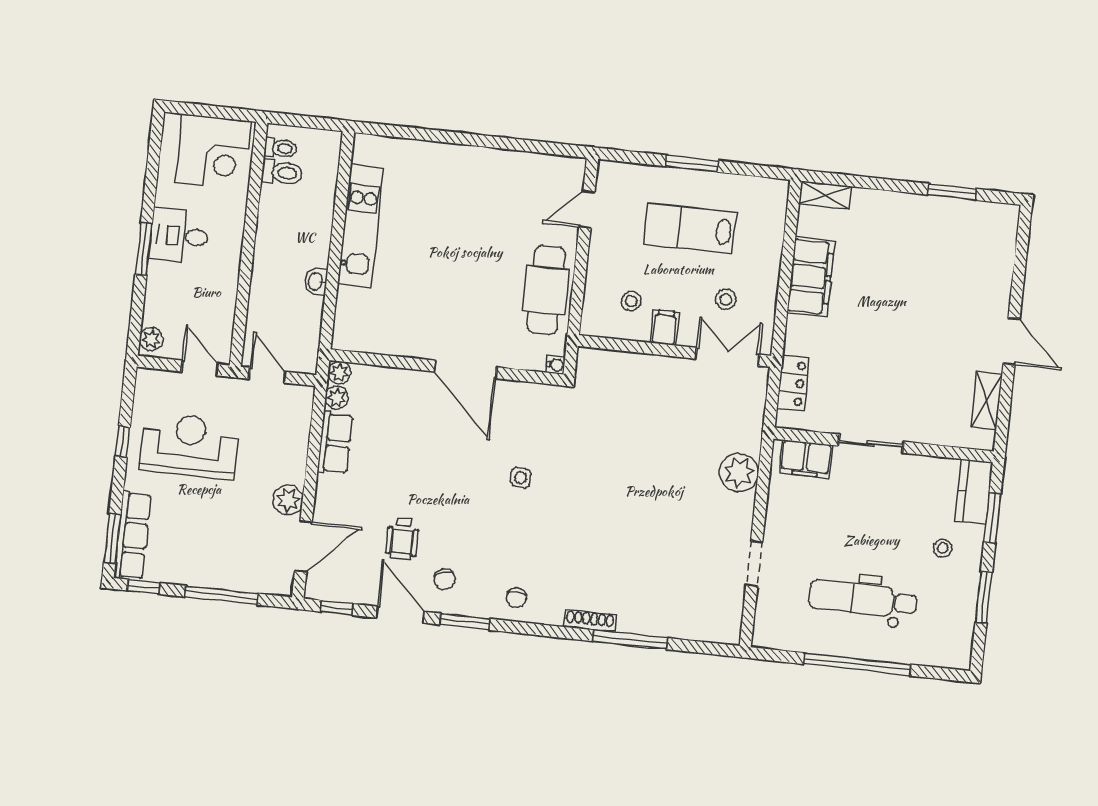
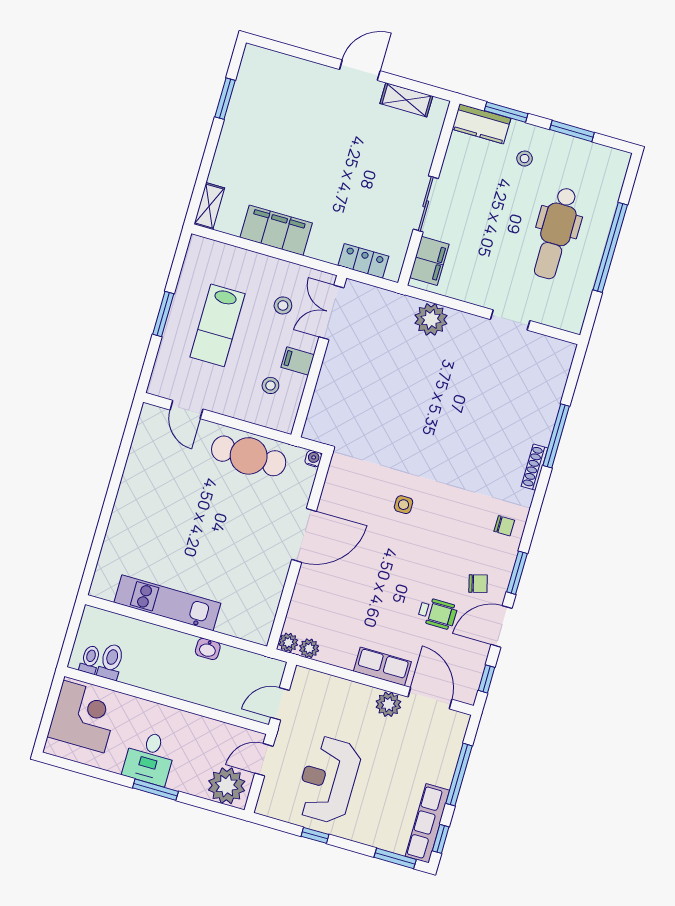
plant: (151, 339) -> (227, 786), width x1.88, depth x1.88
row of seats: (335, 443) -> (382, 666), moved
row of seats: (132, 536) -> (427, 823), moved, turned -90

